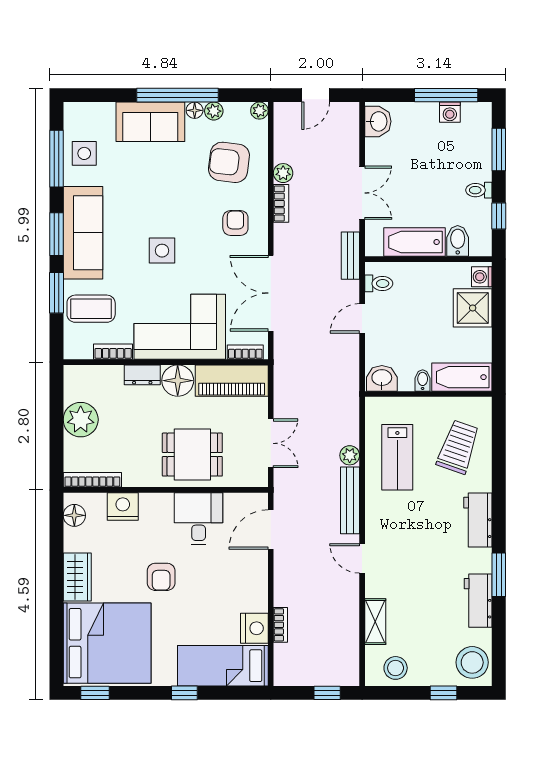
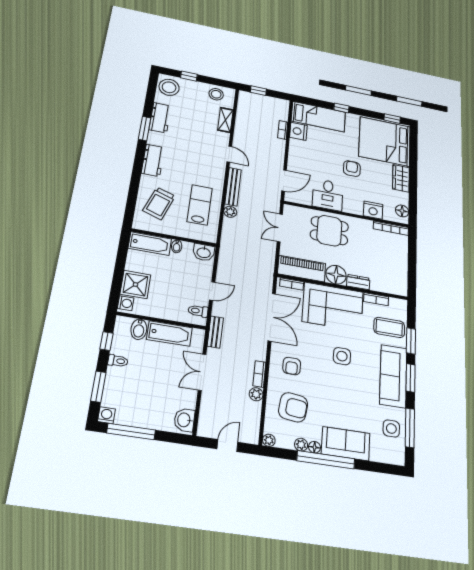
washing machine: (450, 112) -> (106, 415), moved
plant: (81, 420) -> (397, 263), removed

